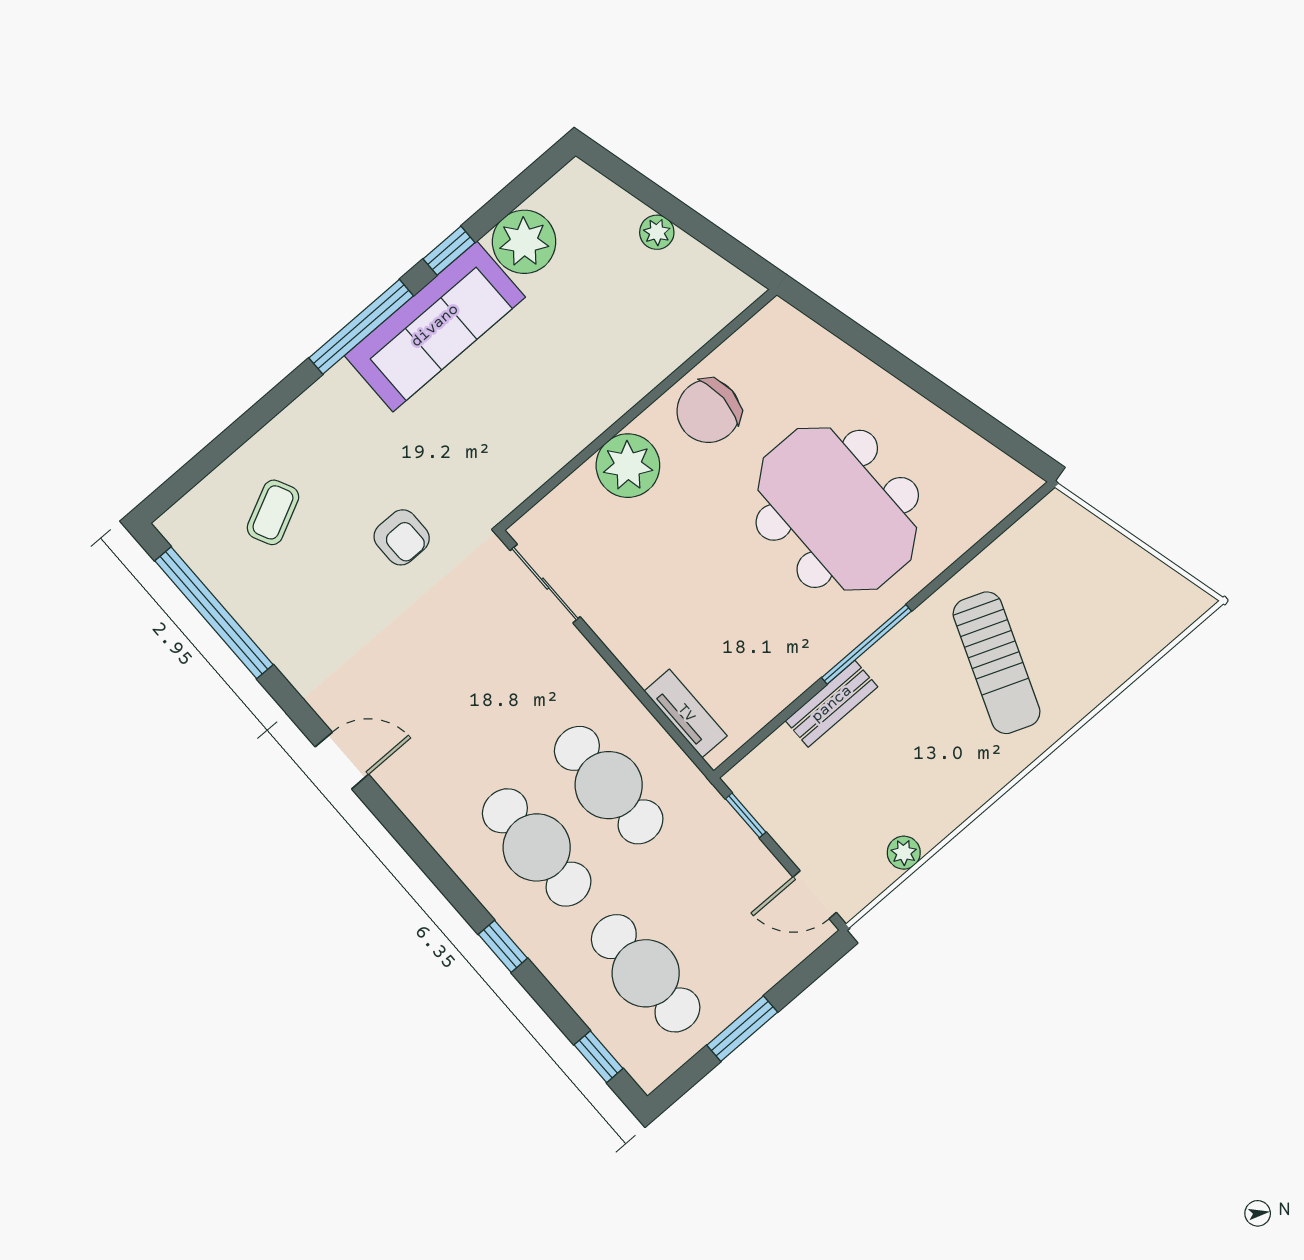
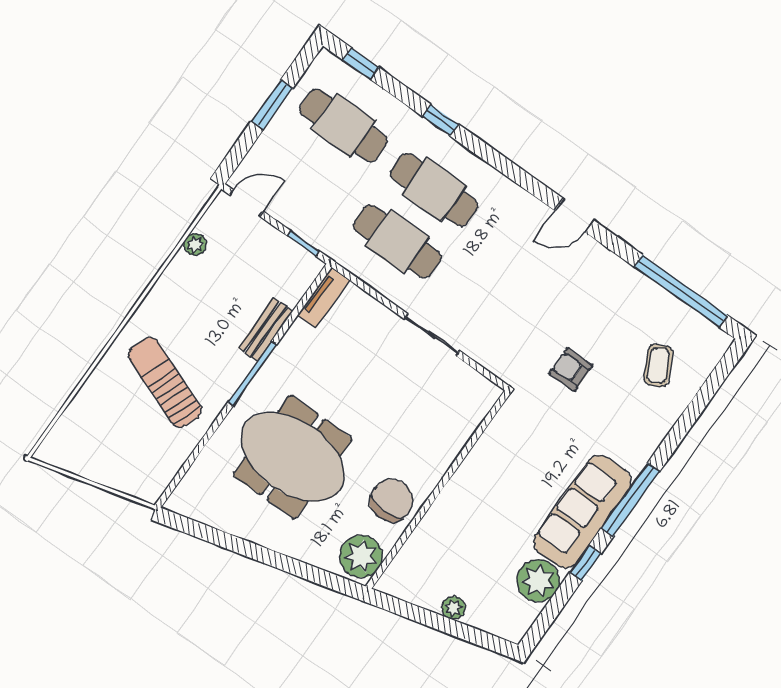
plant: (628, 466) -> (361, 556), moved
sliding door: (545, 584) -> (432, 335), moved
tv unit: (686, 713) -> (324, 298), moved, turned -90

